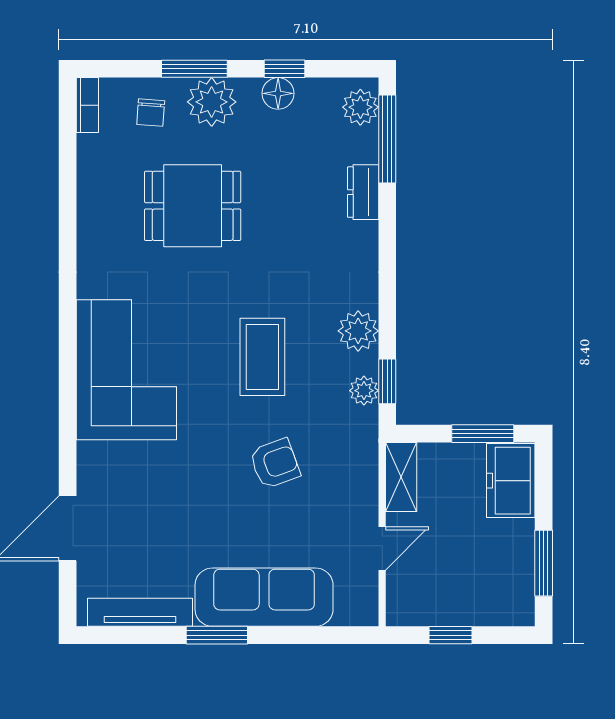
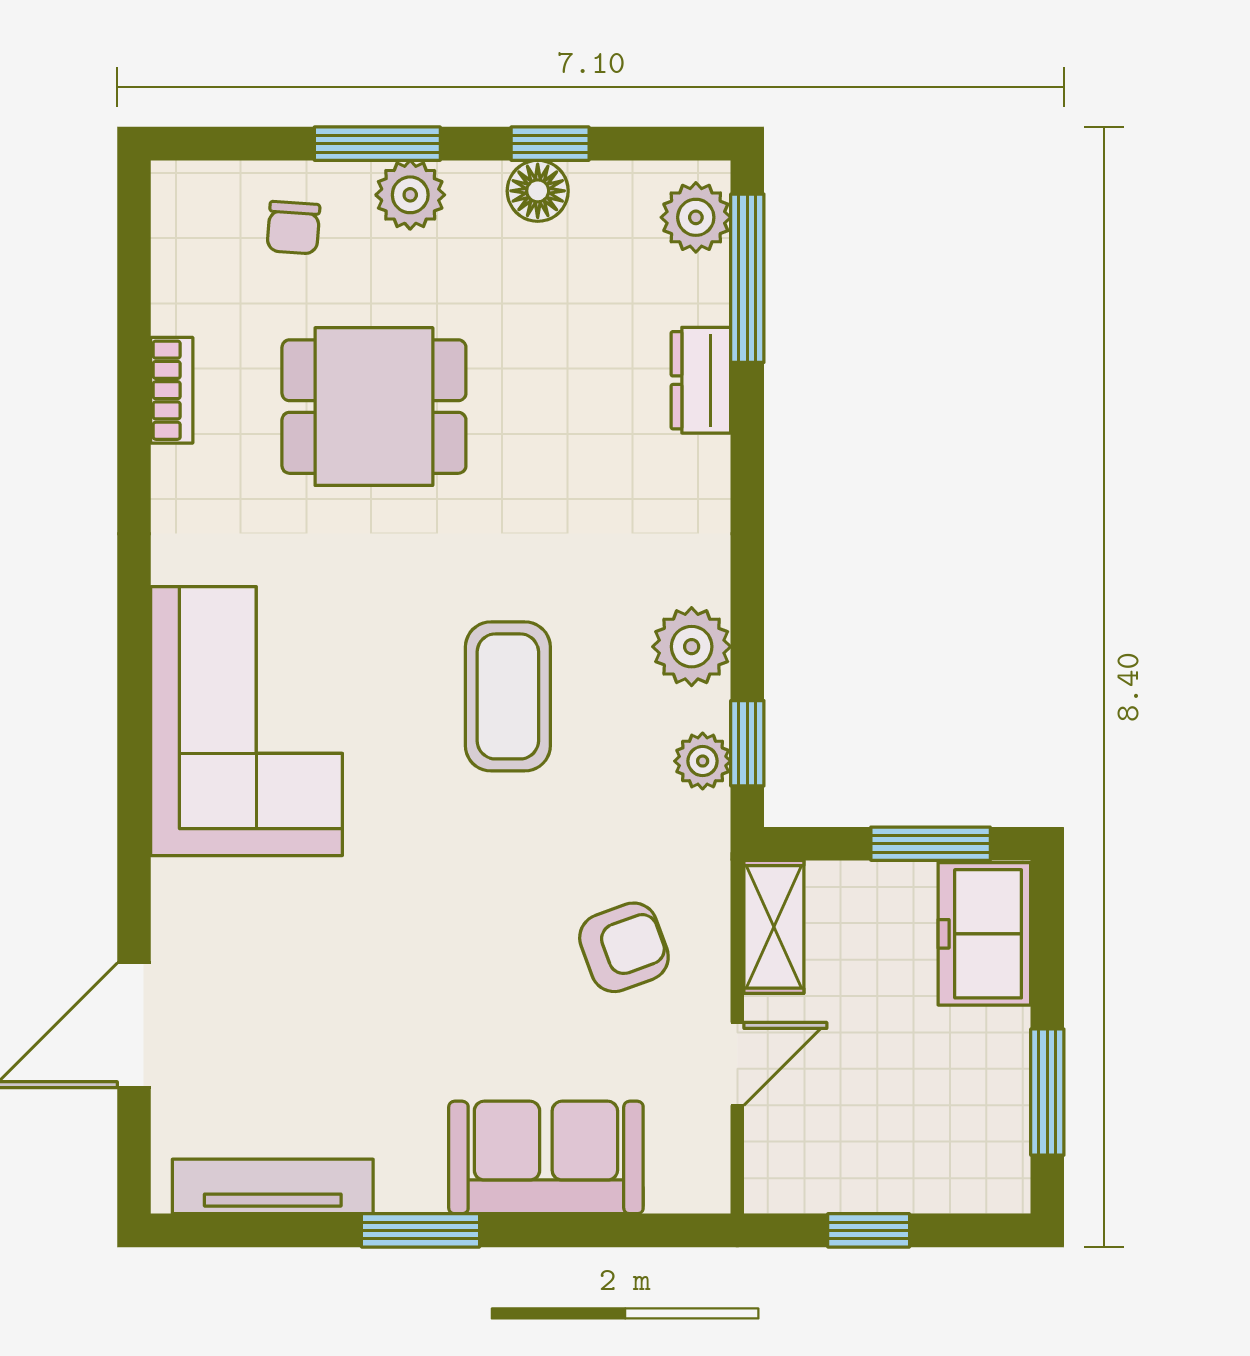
plant: (212, 102) -> (410, 195), width x0.73, depth x0.73
bookcase: (87, 105) -> (172, 390), moved
armchair: (275, 464) -> (624, 947), moved
sofa: (264, 597) -> (546, 1157), width x0.73

